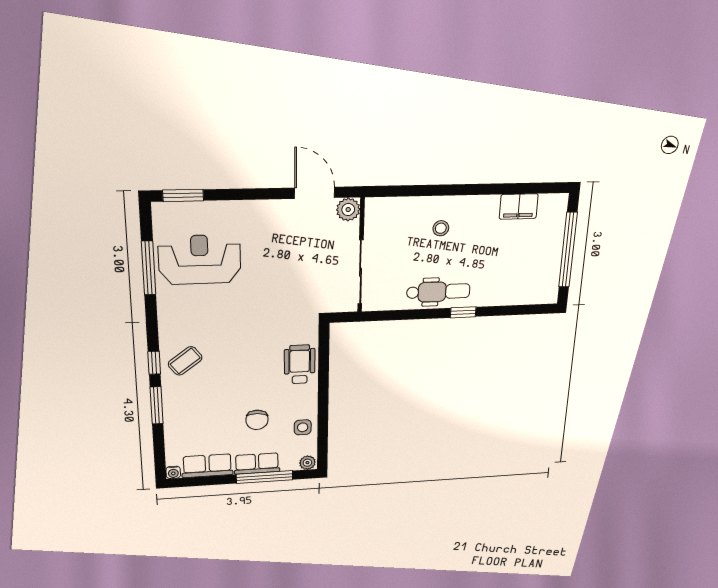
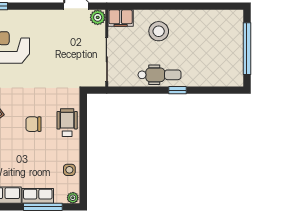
filing cabinet: (519, 207) -> (121, 18), moved
stool: (441, 228) -> (159, 31), width x1.89, depth x1.89
chair: (257, 420) -> (33, 124), moved, turned 87

